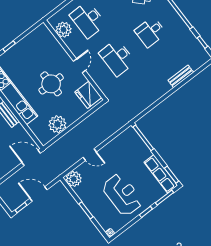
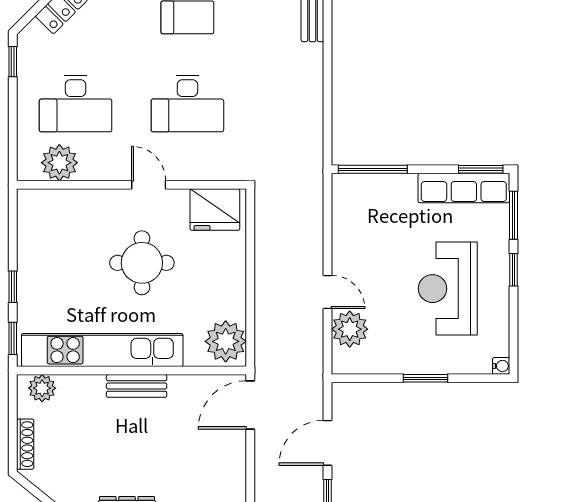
plant: (57, 124) -> (226, 341), moved
door: (90, 155) -> (328, 292), hinge flipped
plant: (74, 179) -> (350, 329), moved
reception desk: (122, 195) -> (448, 289), turned -90

